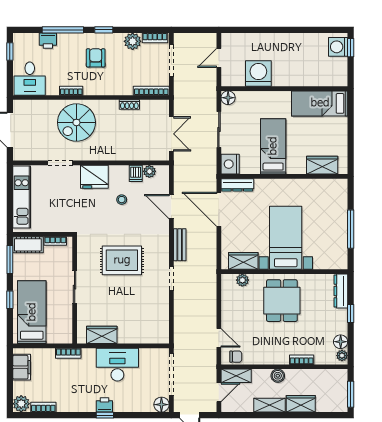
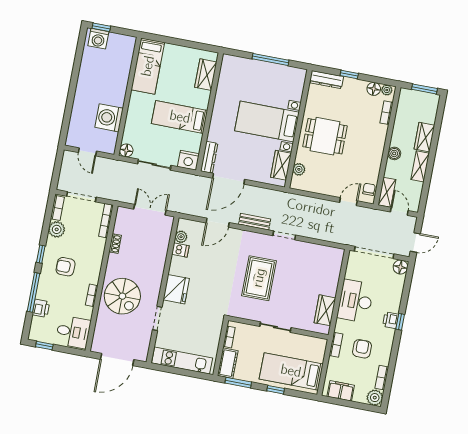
stool: (122, 200) -> (202, 268), removed
bookcase: (302, 360) -> (387, 113), moved
armchair: (69, 381) -> (362, 349), added

